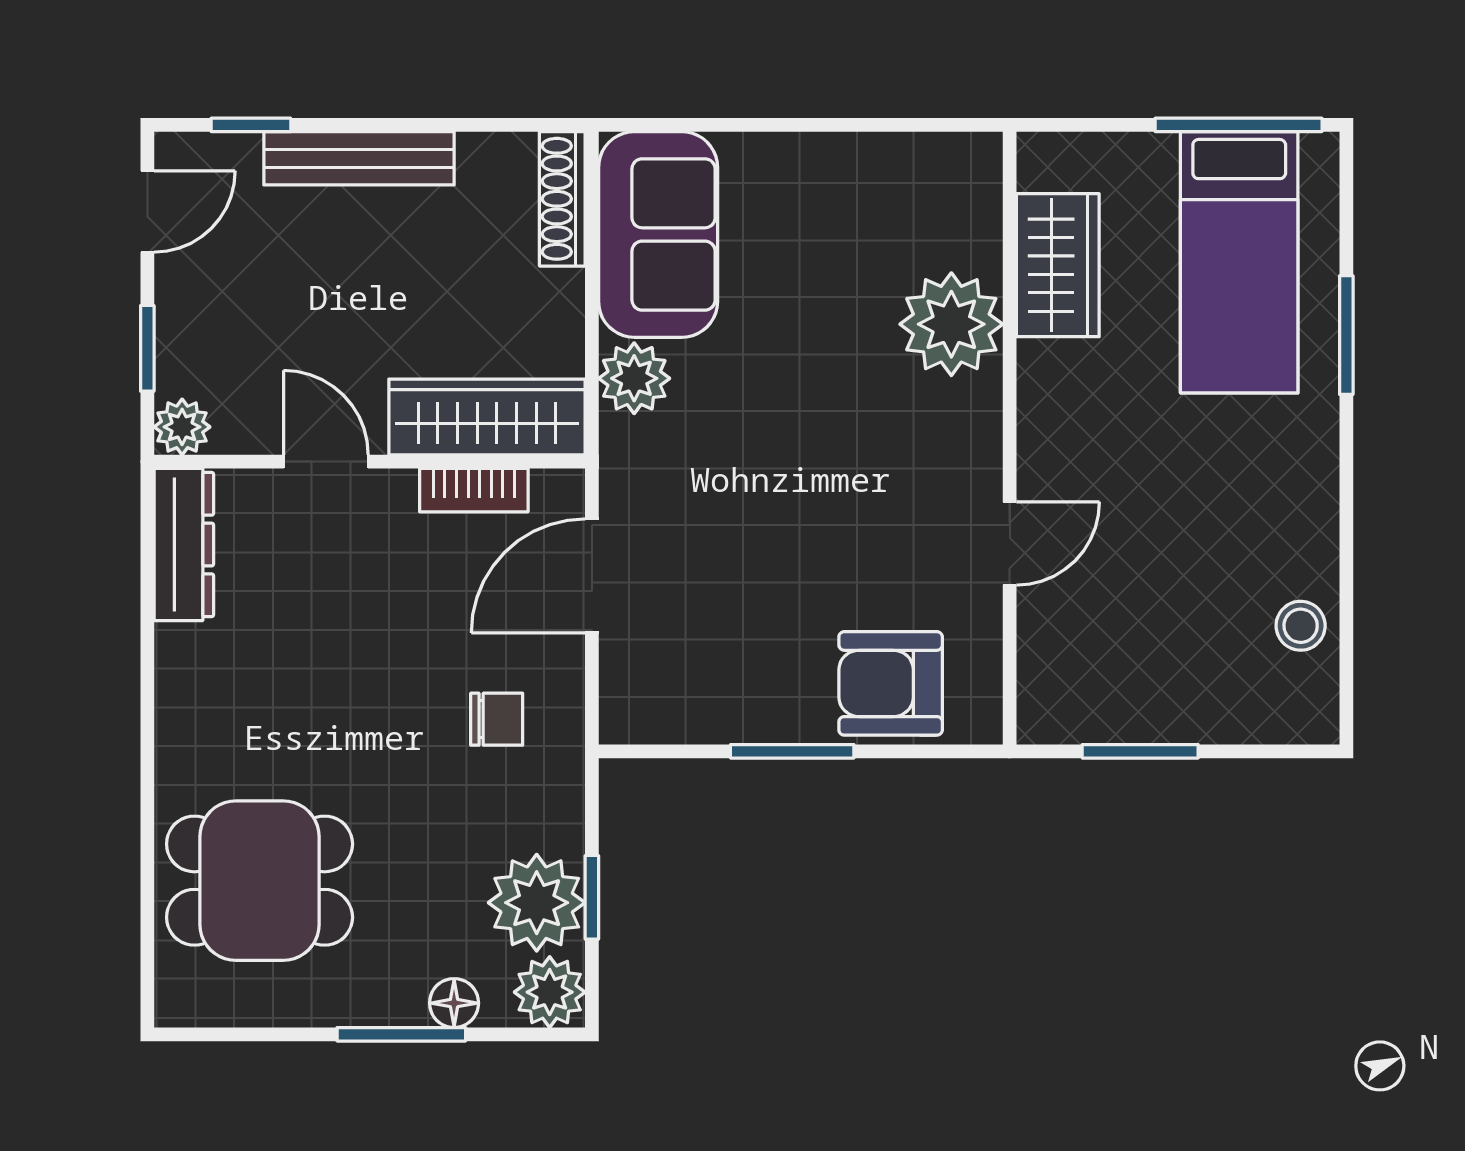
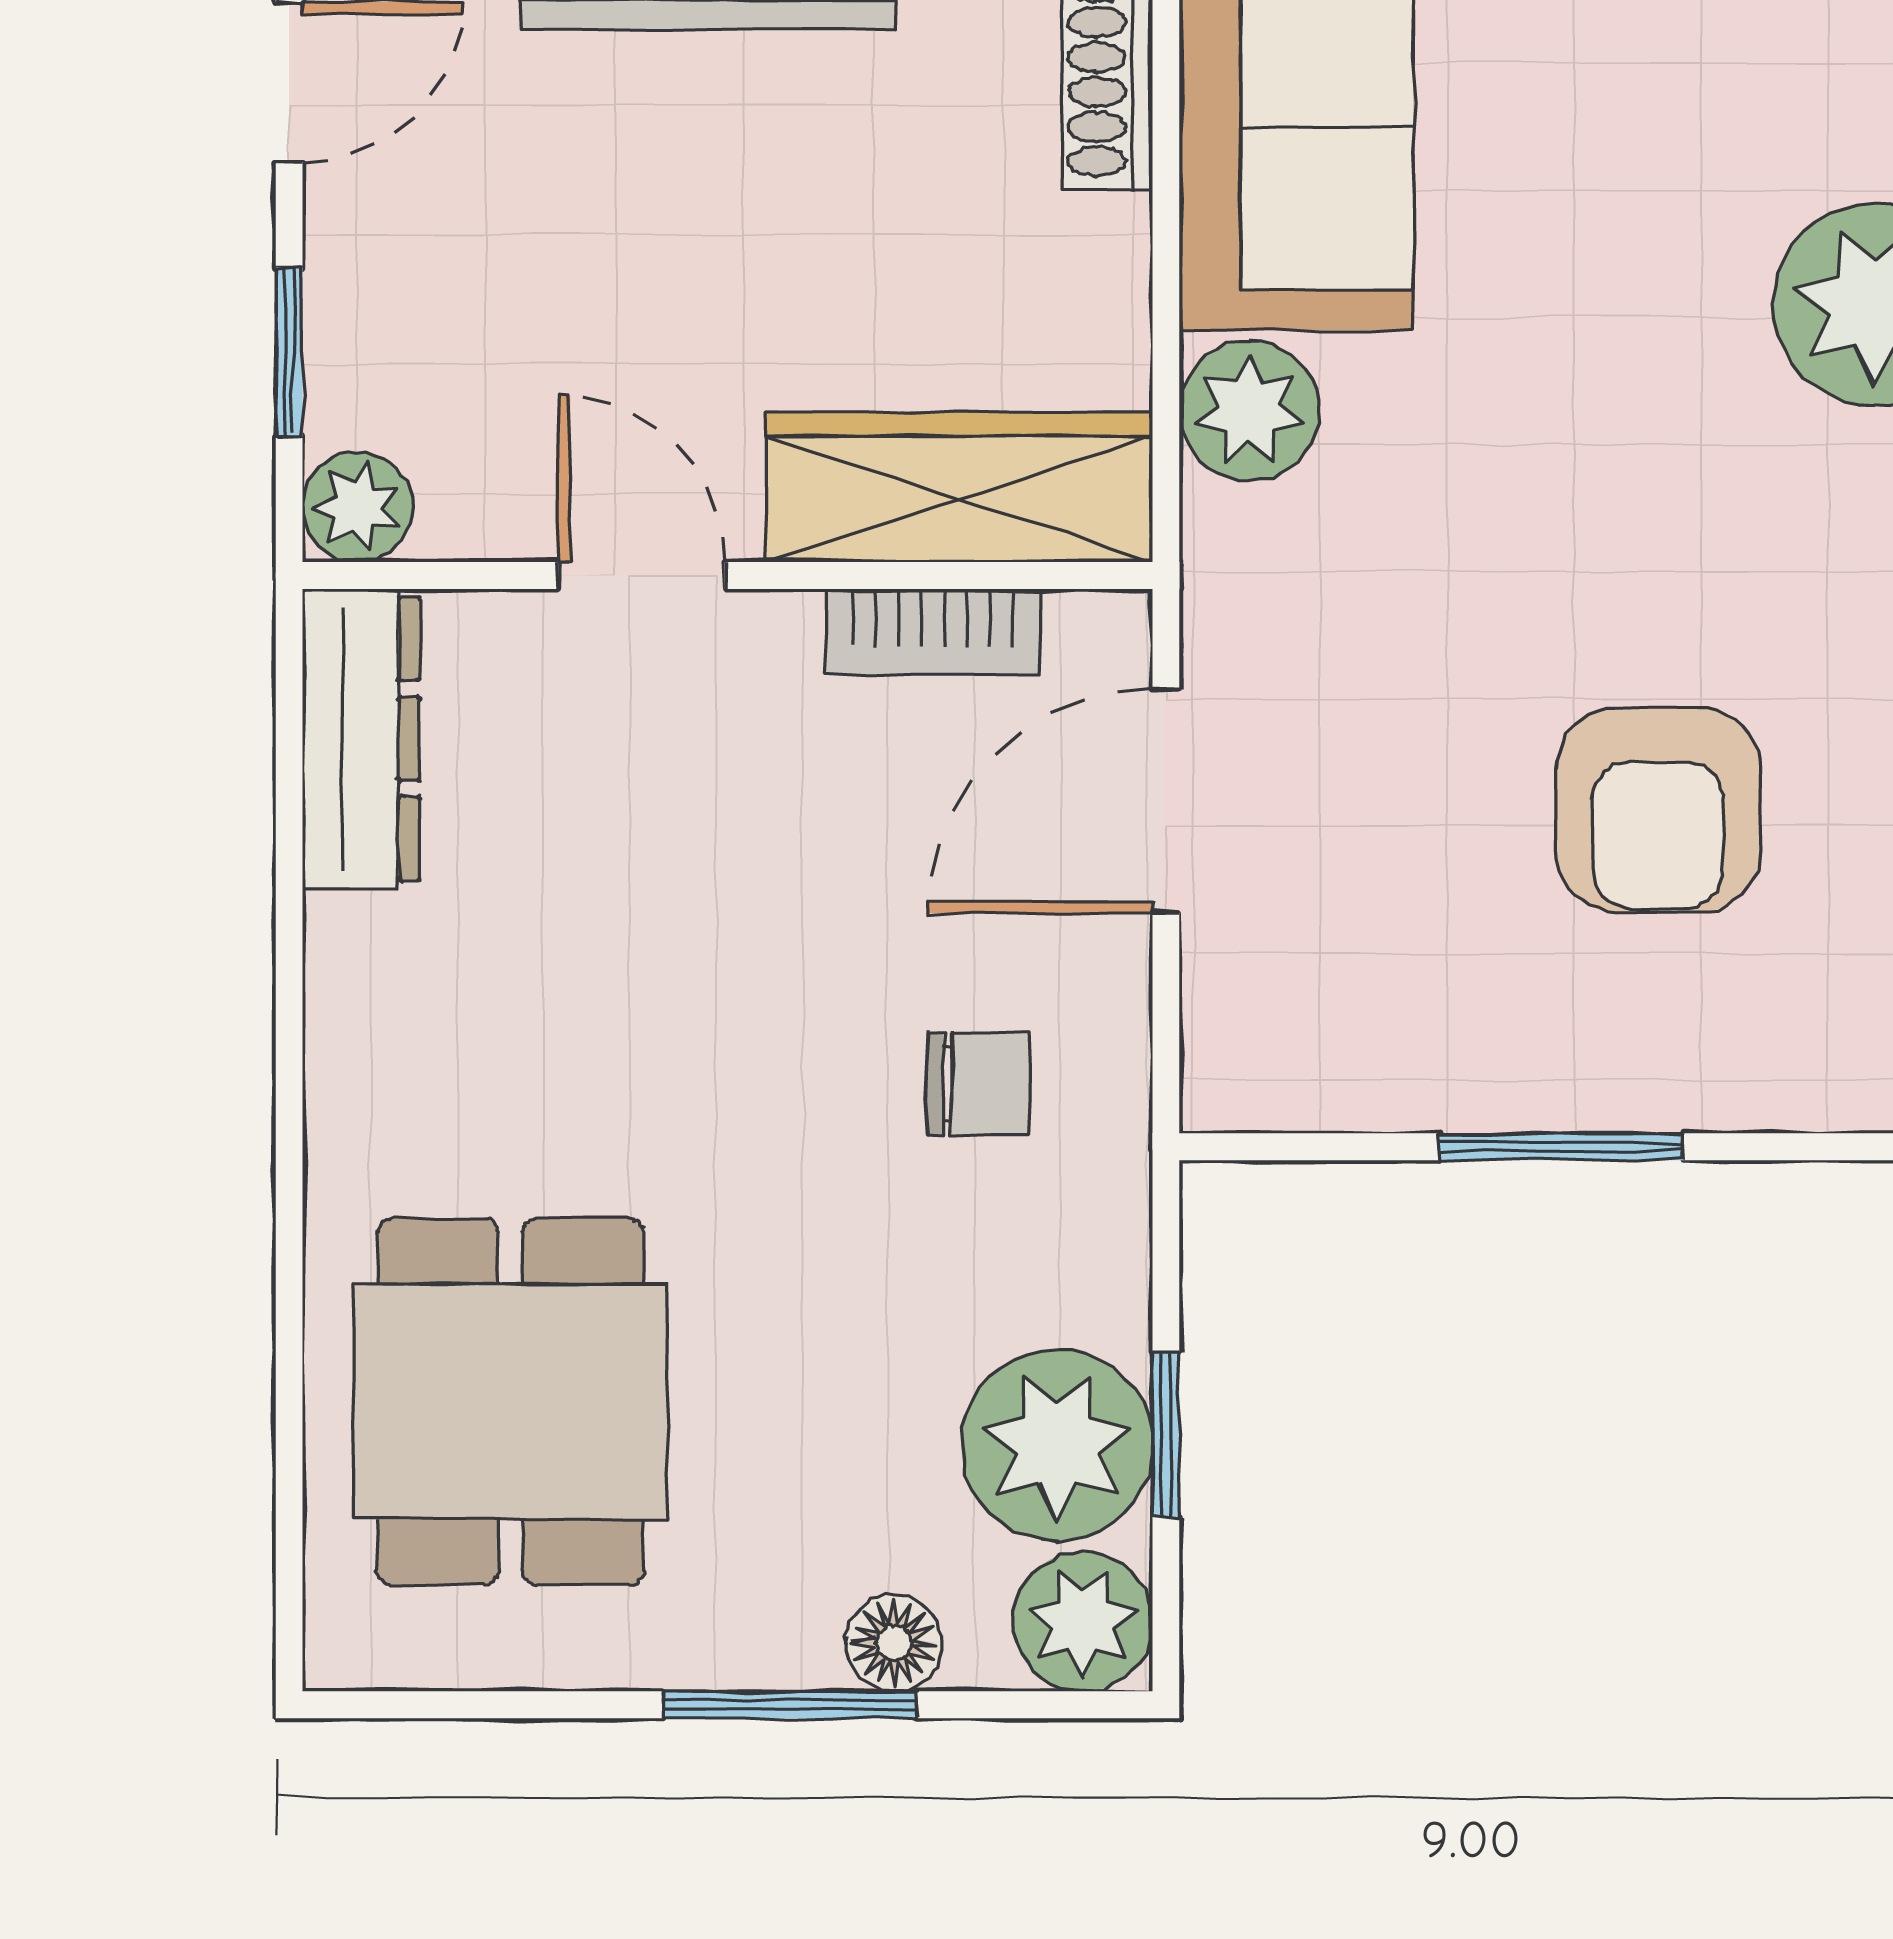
armchair: (891, 683) -> (1658, 810), moved, turned -90
dining table: (260, 881) -> (510, 1402), turned 90

